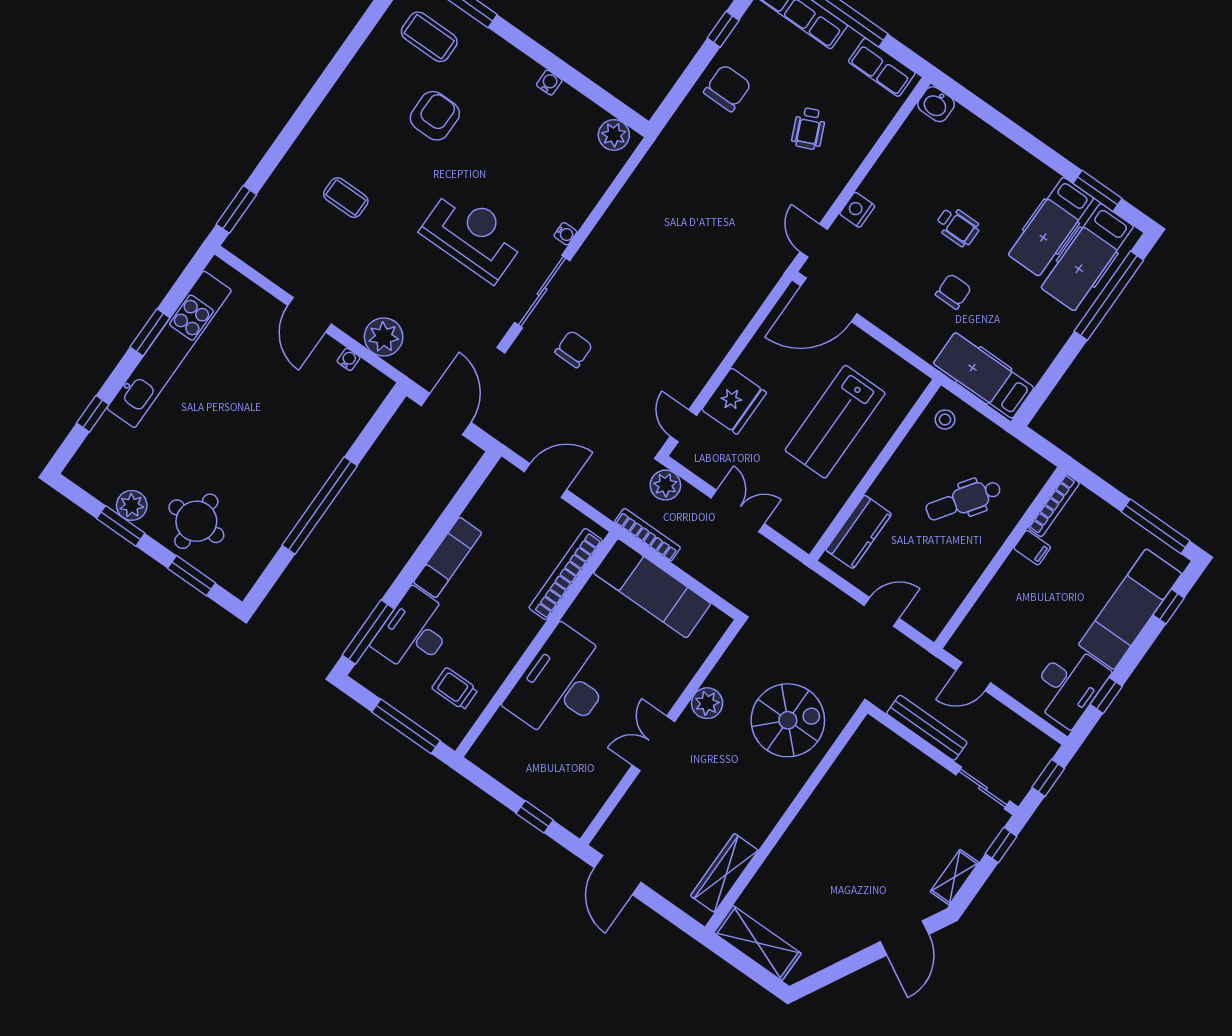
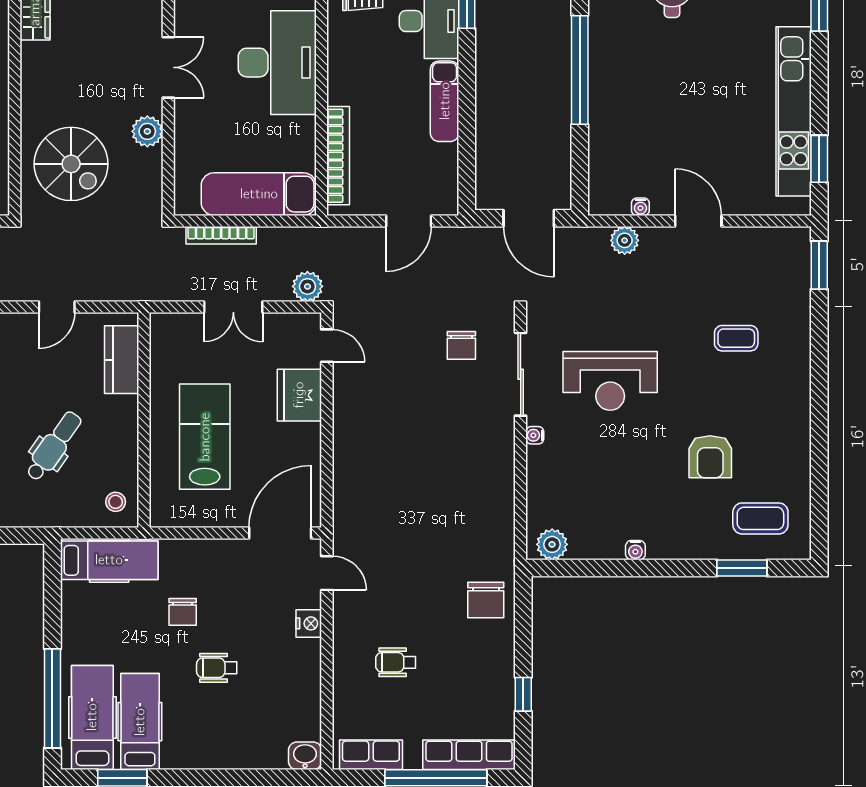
chair: (727, 88) -> (486, 600), moved
wheelchair: (809, 128) -> (396, 662), turned -66
window: (150, 332) -> (819, 159), moved
plant: (384, 337) -> (625, 240), width x0.73, depth x0.73
bookcase: (647, 535) -> (221, 235), moved
spiral stairs: (788, 720) -> (71, 164), turned -90

